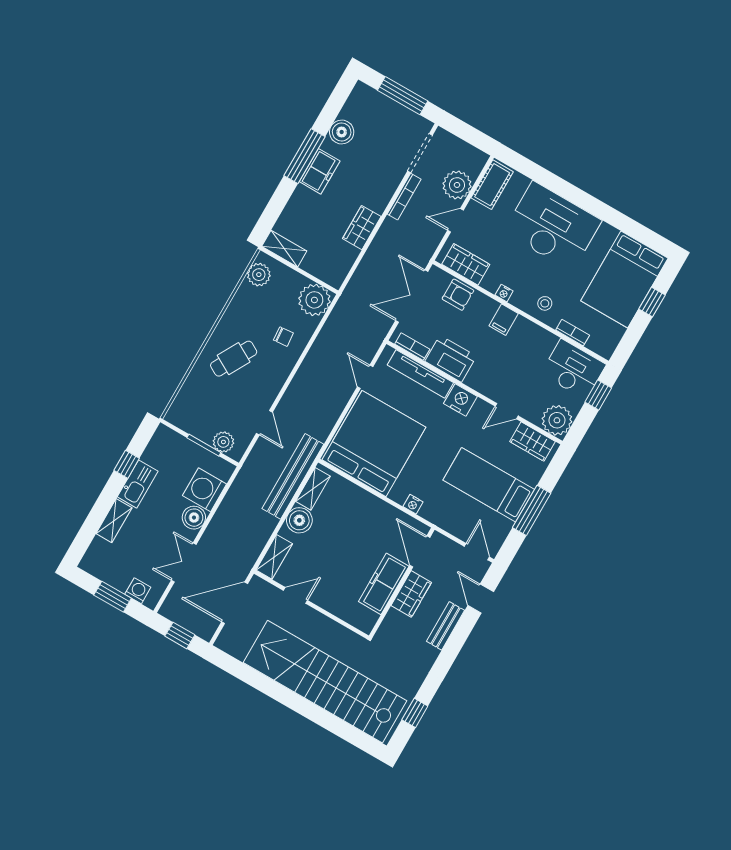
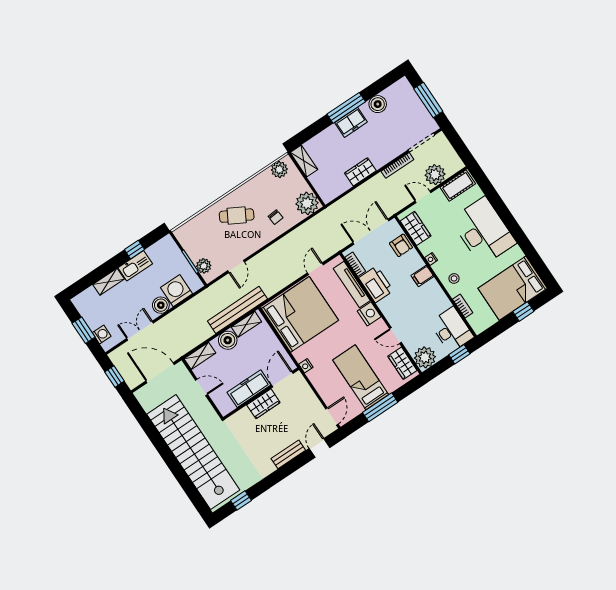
door: (420, 551) -> (282, 379), moved
wall: (402, 583) -> (261, 394), moved
freezer: (384, 584) -> (249, 389), moved
wardrobe: (411, 594) -> (263, 404), moved

